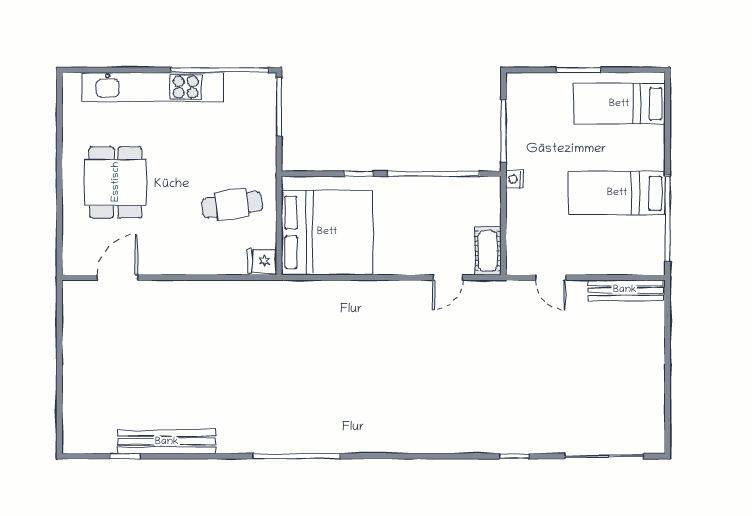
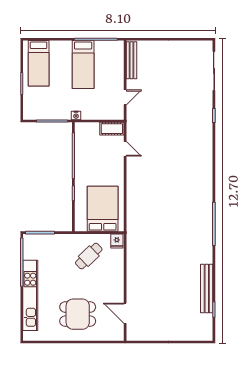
cafe table: (232, 205) -> (89, 256), turned 54
bed: (327, 232) -> (103, 209), width x0.73

